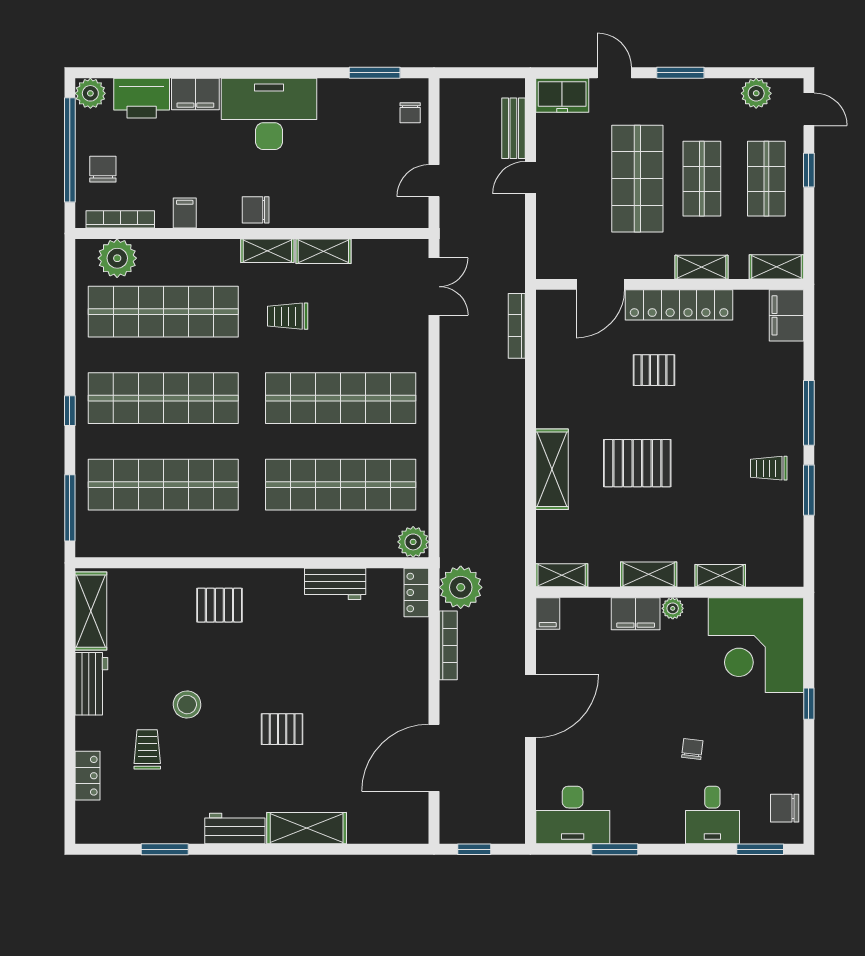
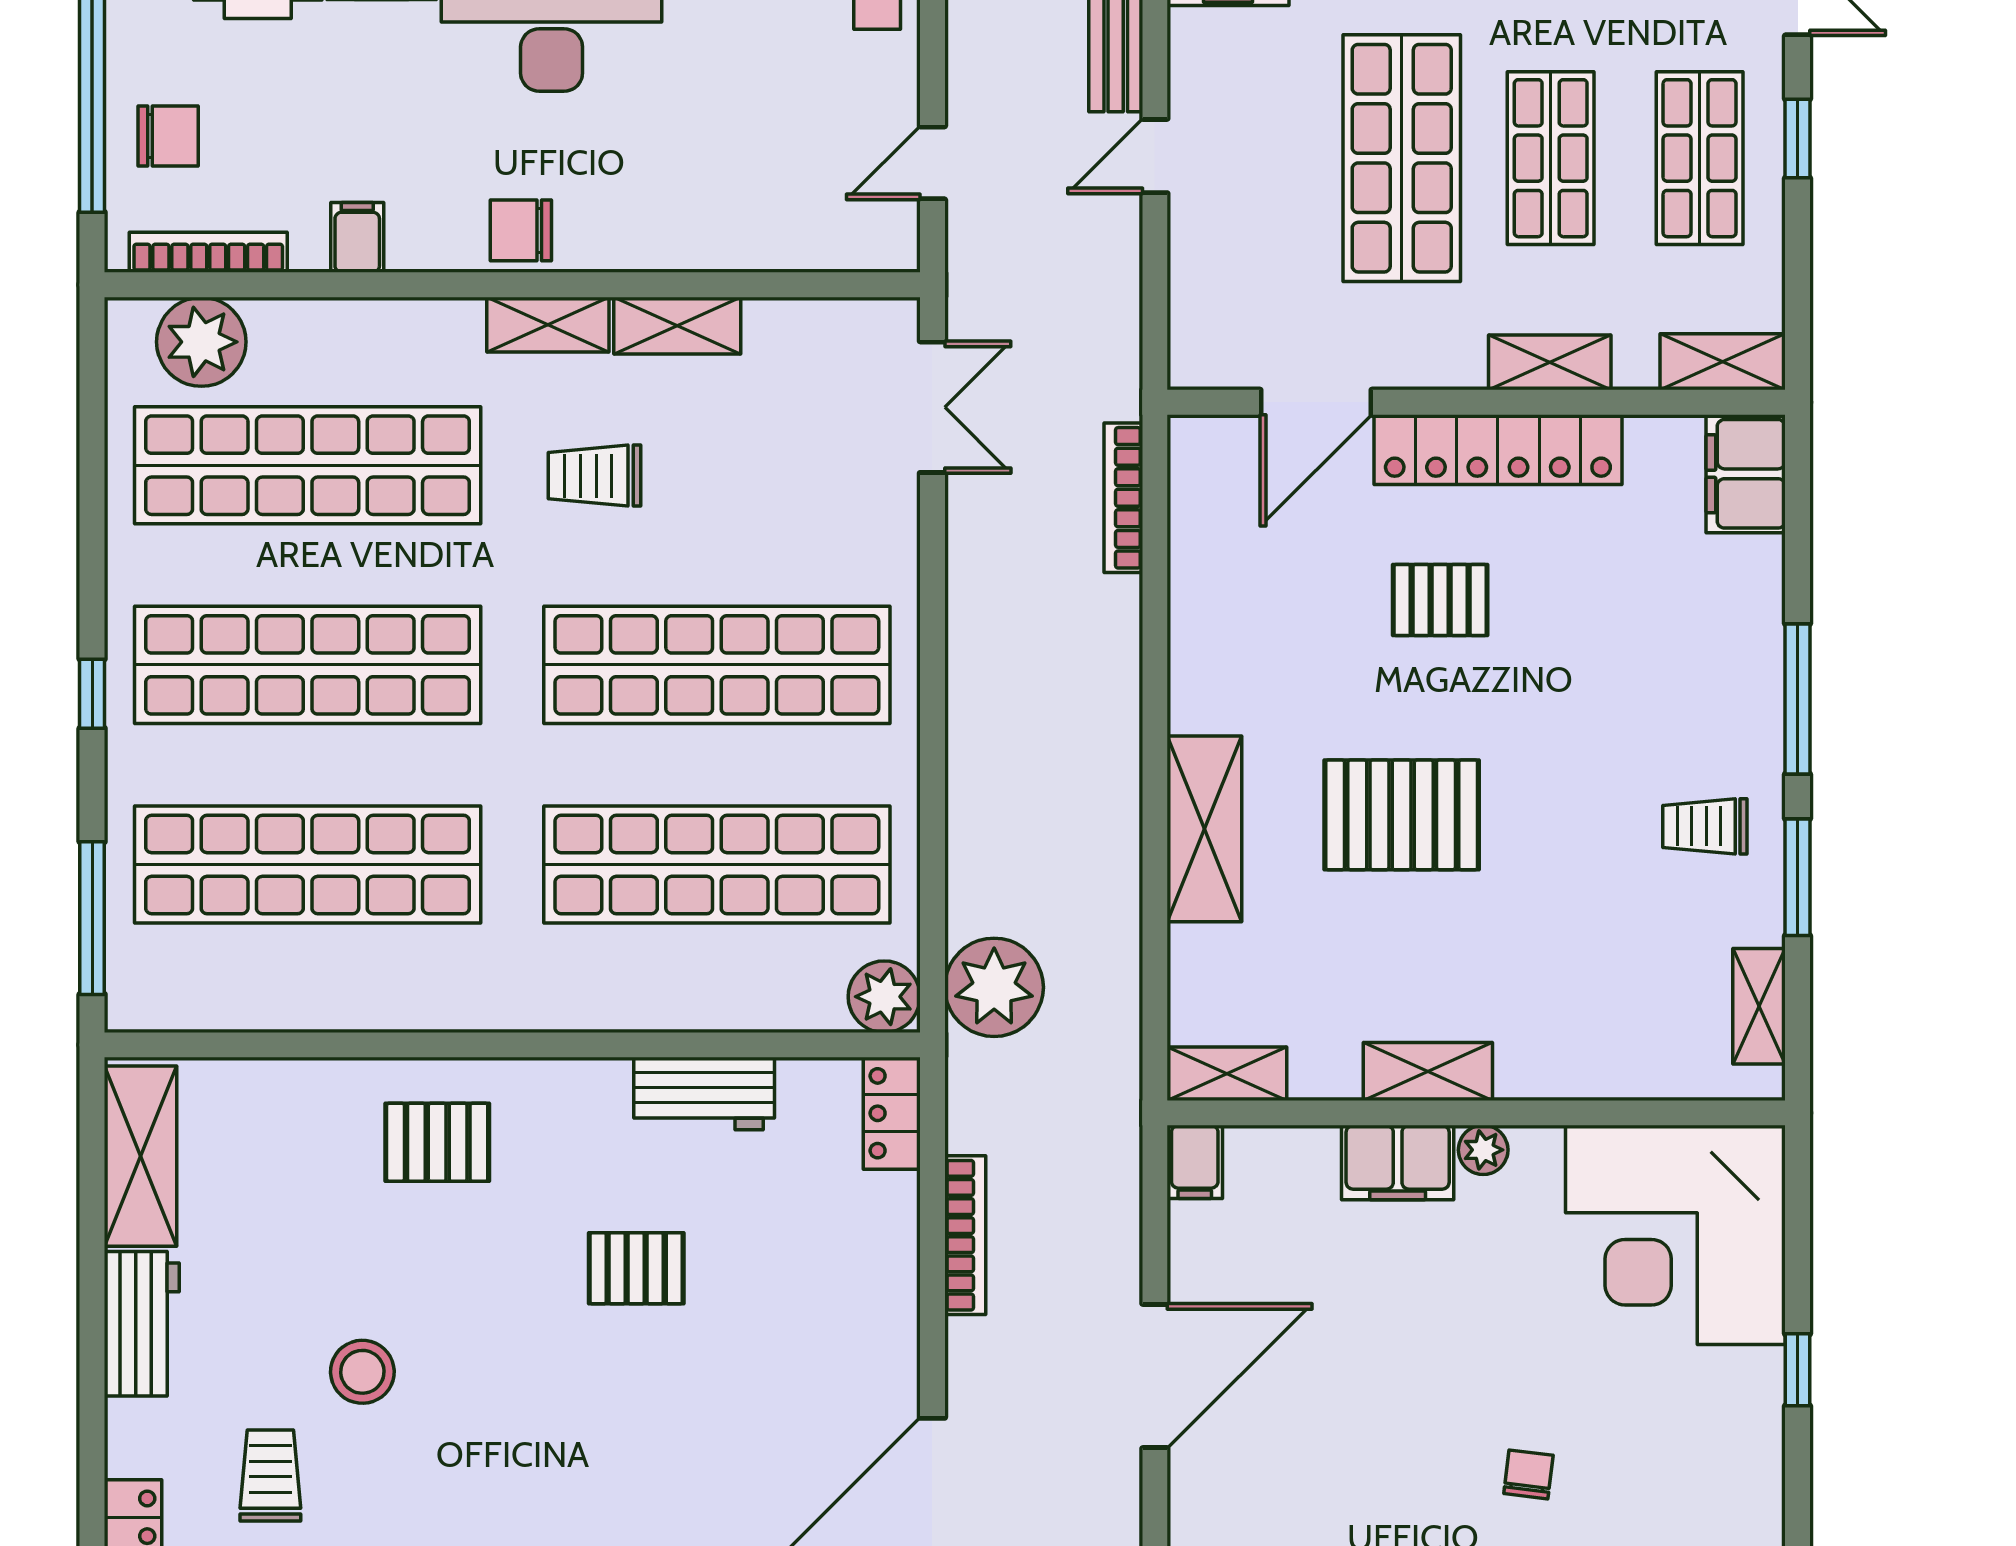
chair: (103, 169) -> (168, 136), turned 90
shelving: (720, 576) -> (1759, 1006), moved, turned 90
plant: (461, 587) -> (994, 987), moved
pallet: (282, 729) -> (636, 1268), moved

